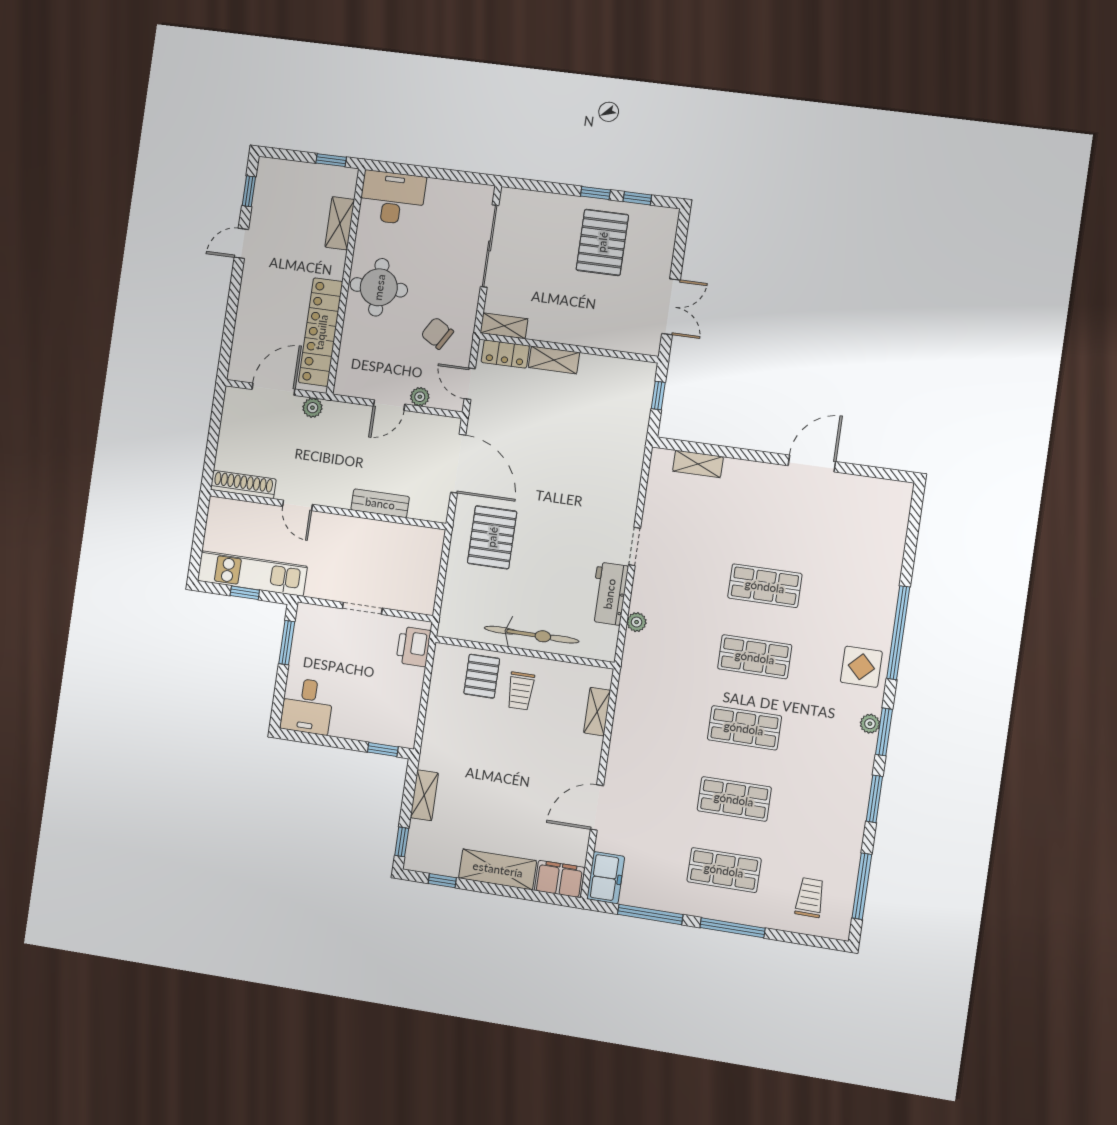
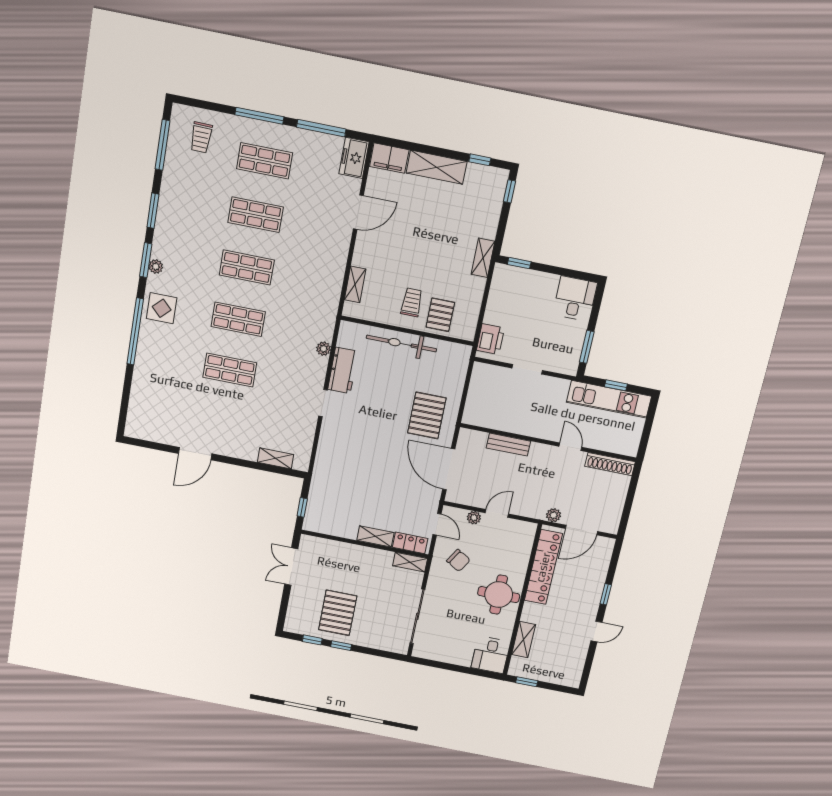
window: (249, 191) -> (606, 594), moved
desk: (392, 198) -> (491, 655), width x0.73
shelving: (424, 795) -> (483, 258), moved

